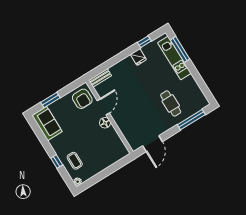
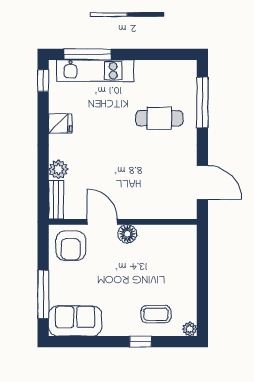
window: (144, 42) -> (43, 81), moved
plant: (116, 70) -> (58, 169), added
armchair: (82, 99) -> (71, 246), turned 90
window: (50, 100) -> (43, 294), width x1.44

